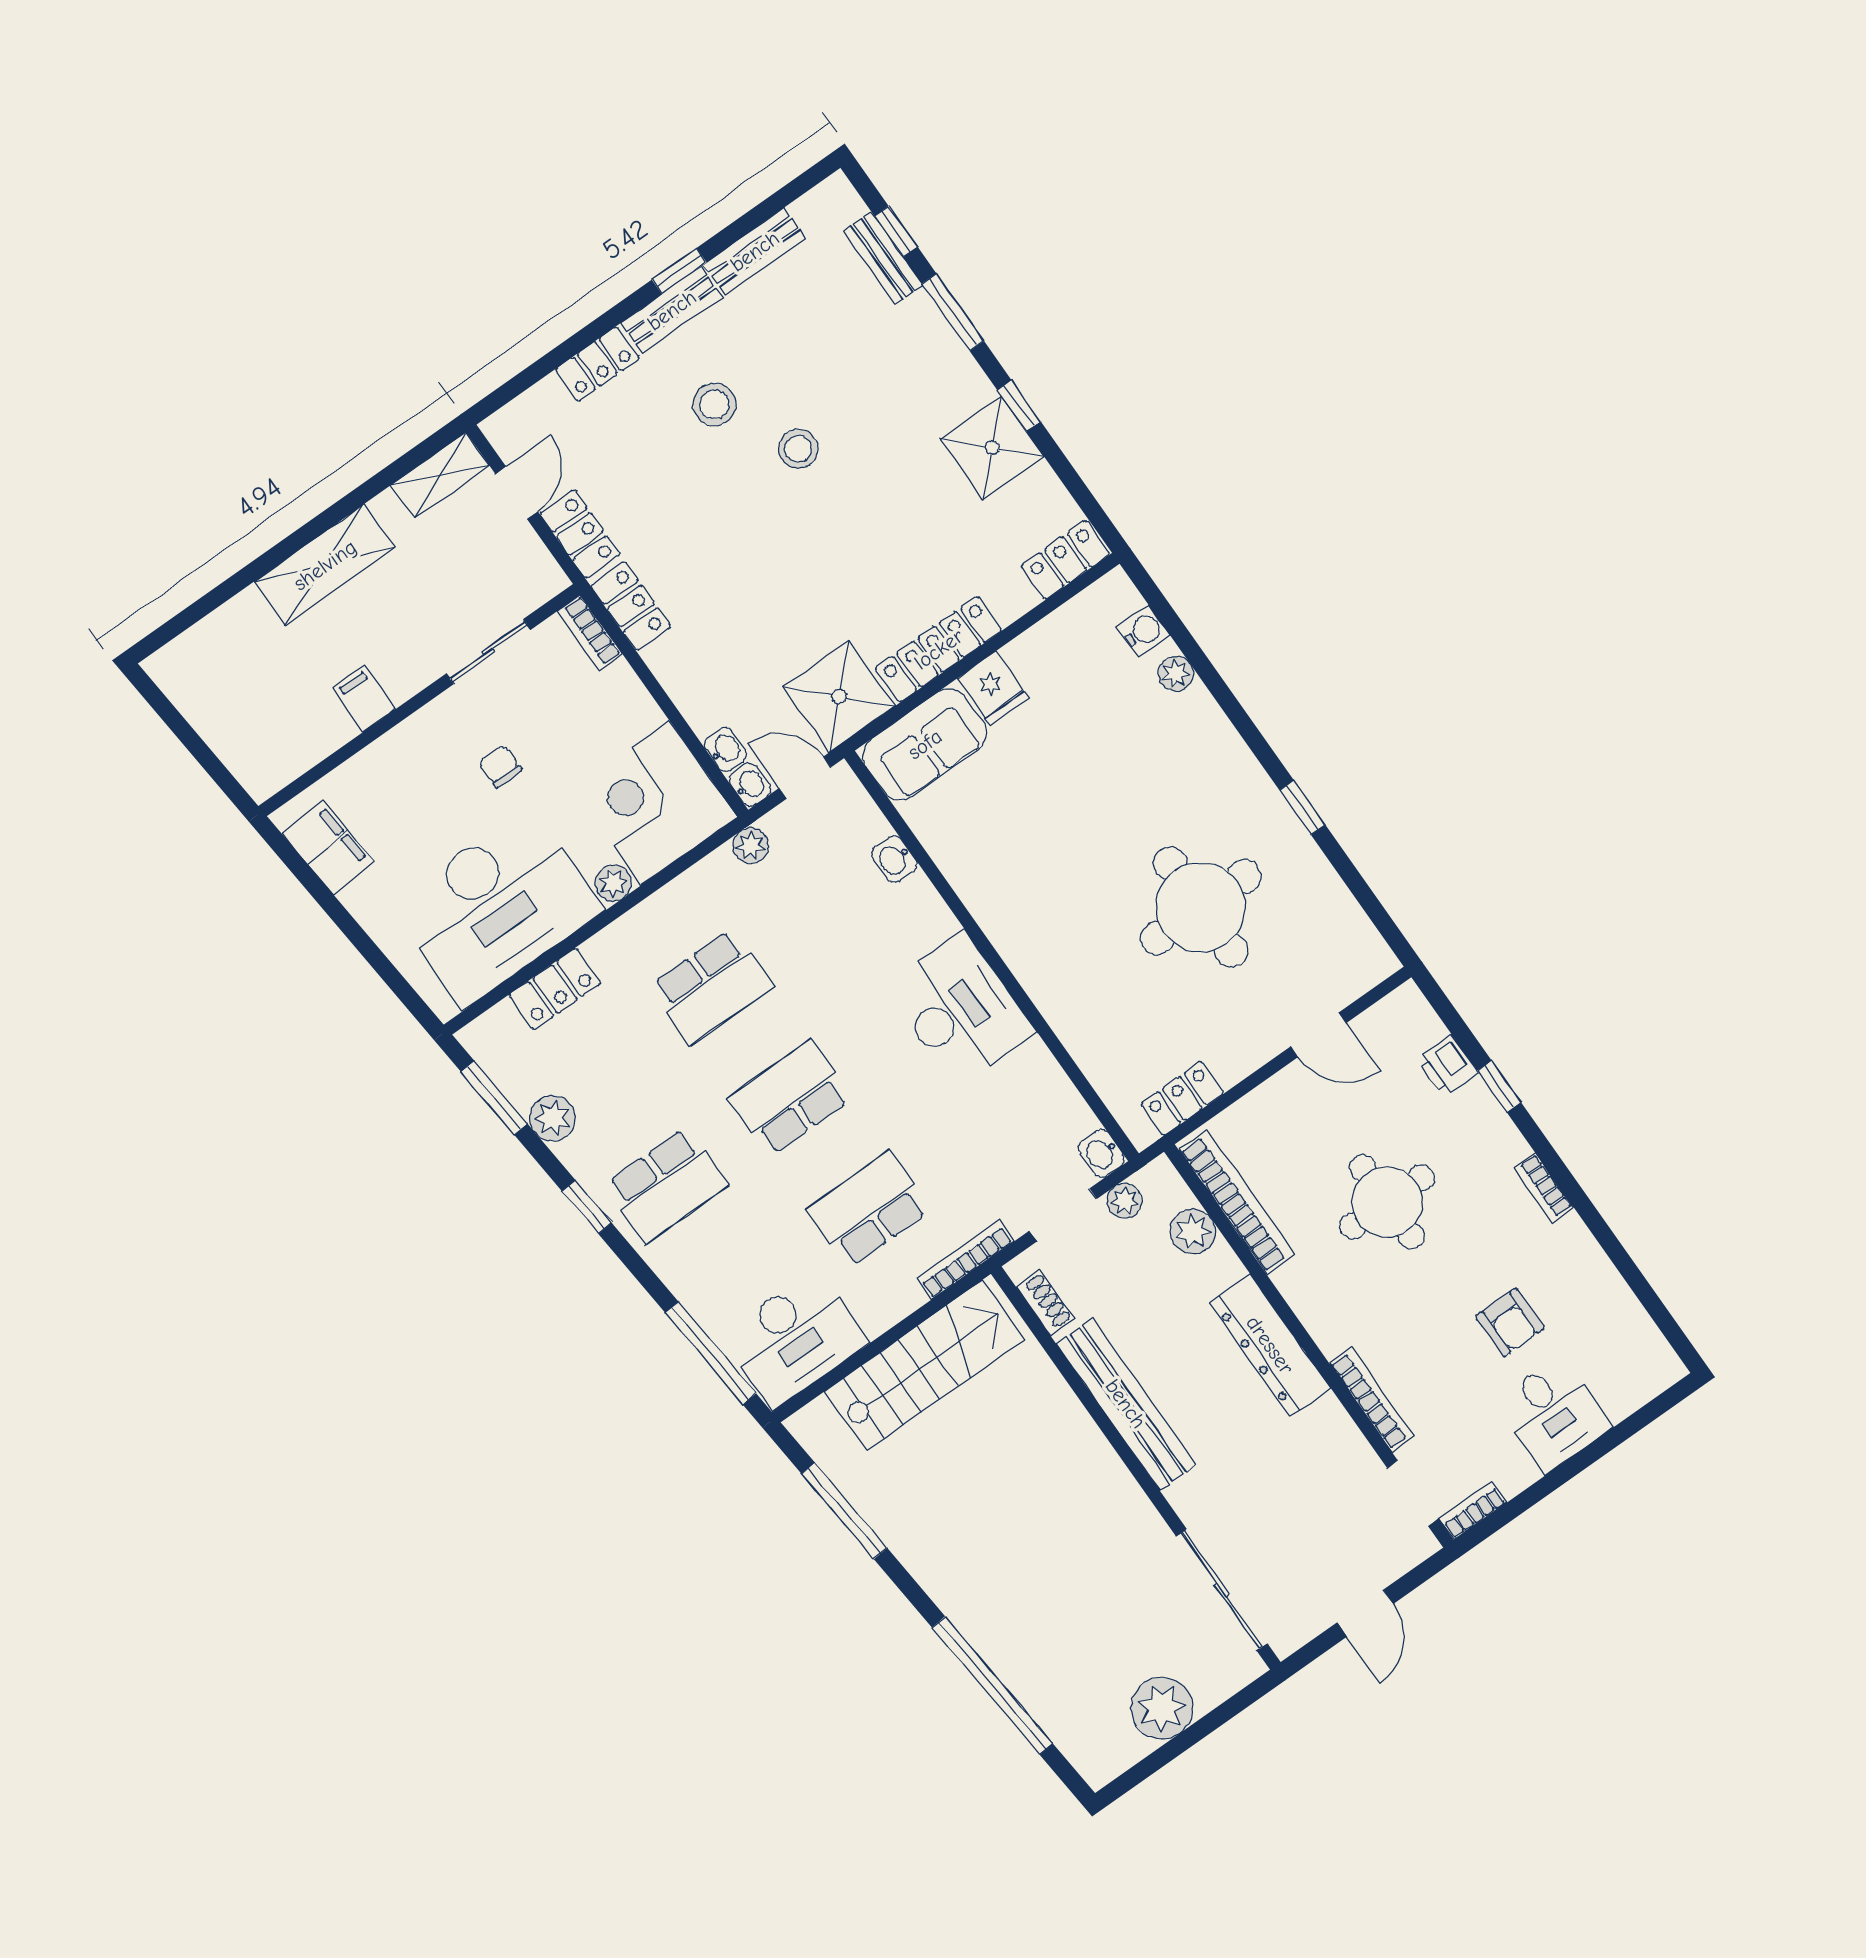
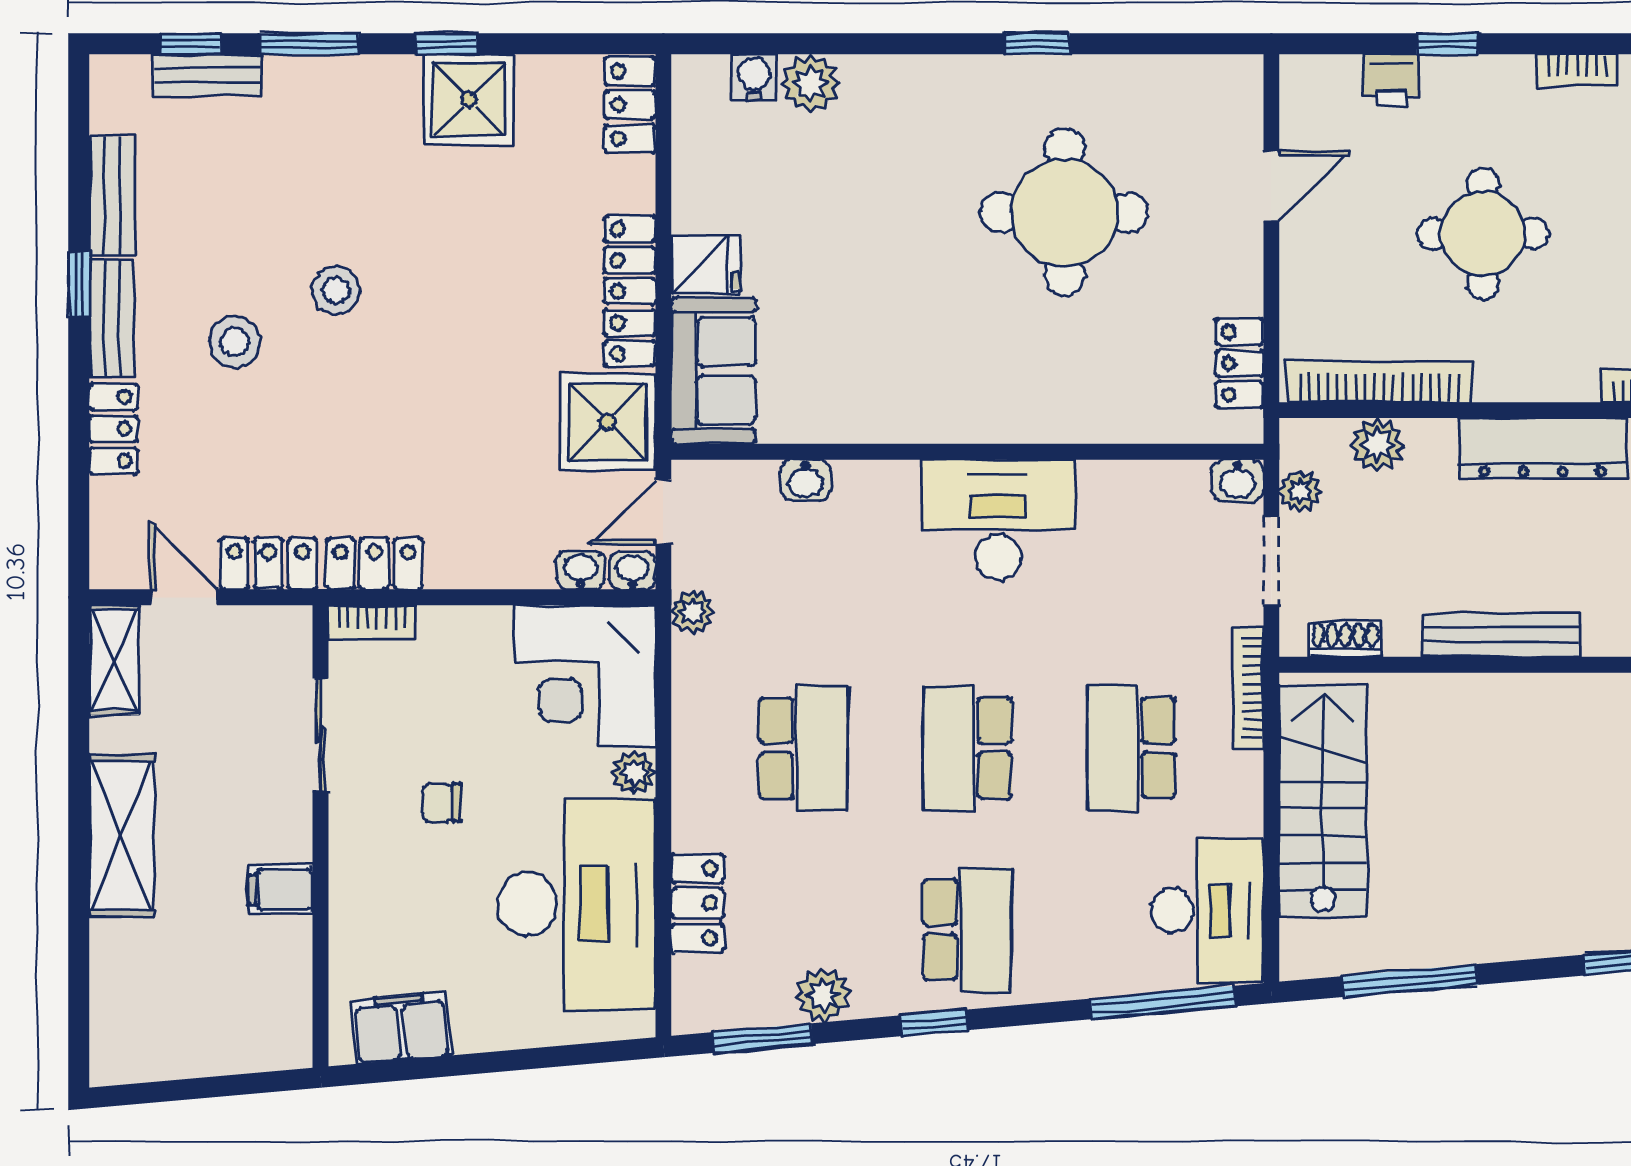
plant: (1176, 674) -> (810, 83), width x1.38, depth x1.38
bench: (1126, 1404) -> (1501, 635), width x0.73, depth x0.82

